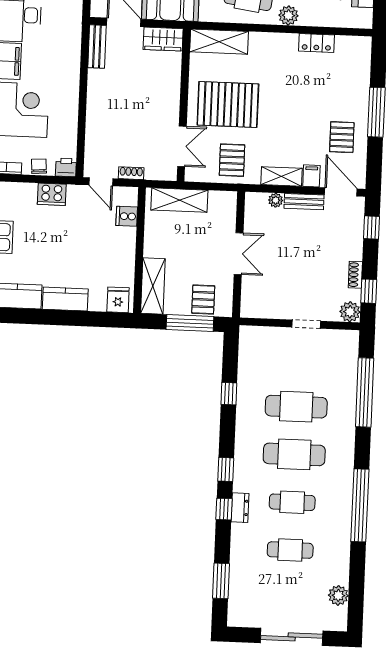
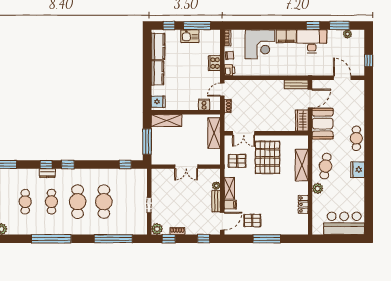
shelving: (219, 42) -> (302, 165), moved
pallet: (203, 299) -> (160, 148), removed
window: (229, 394) -> (125, 165), moved

